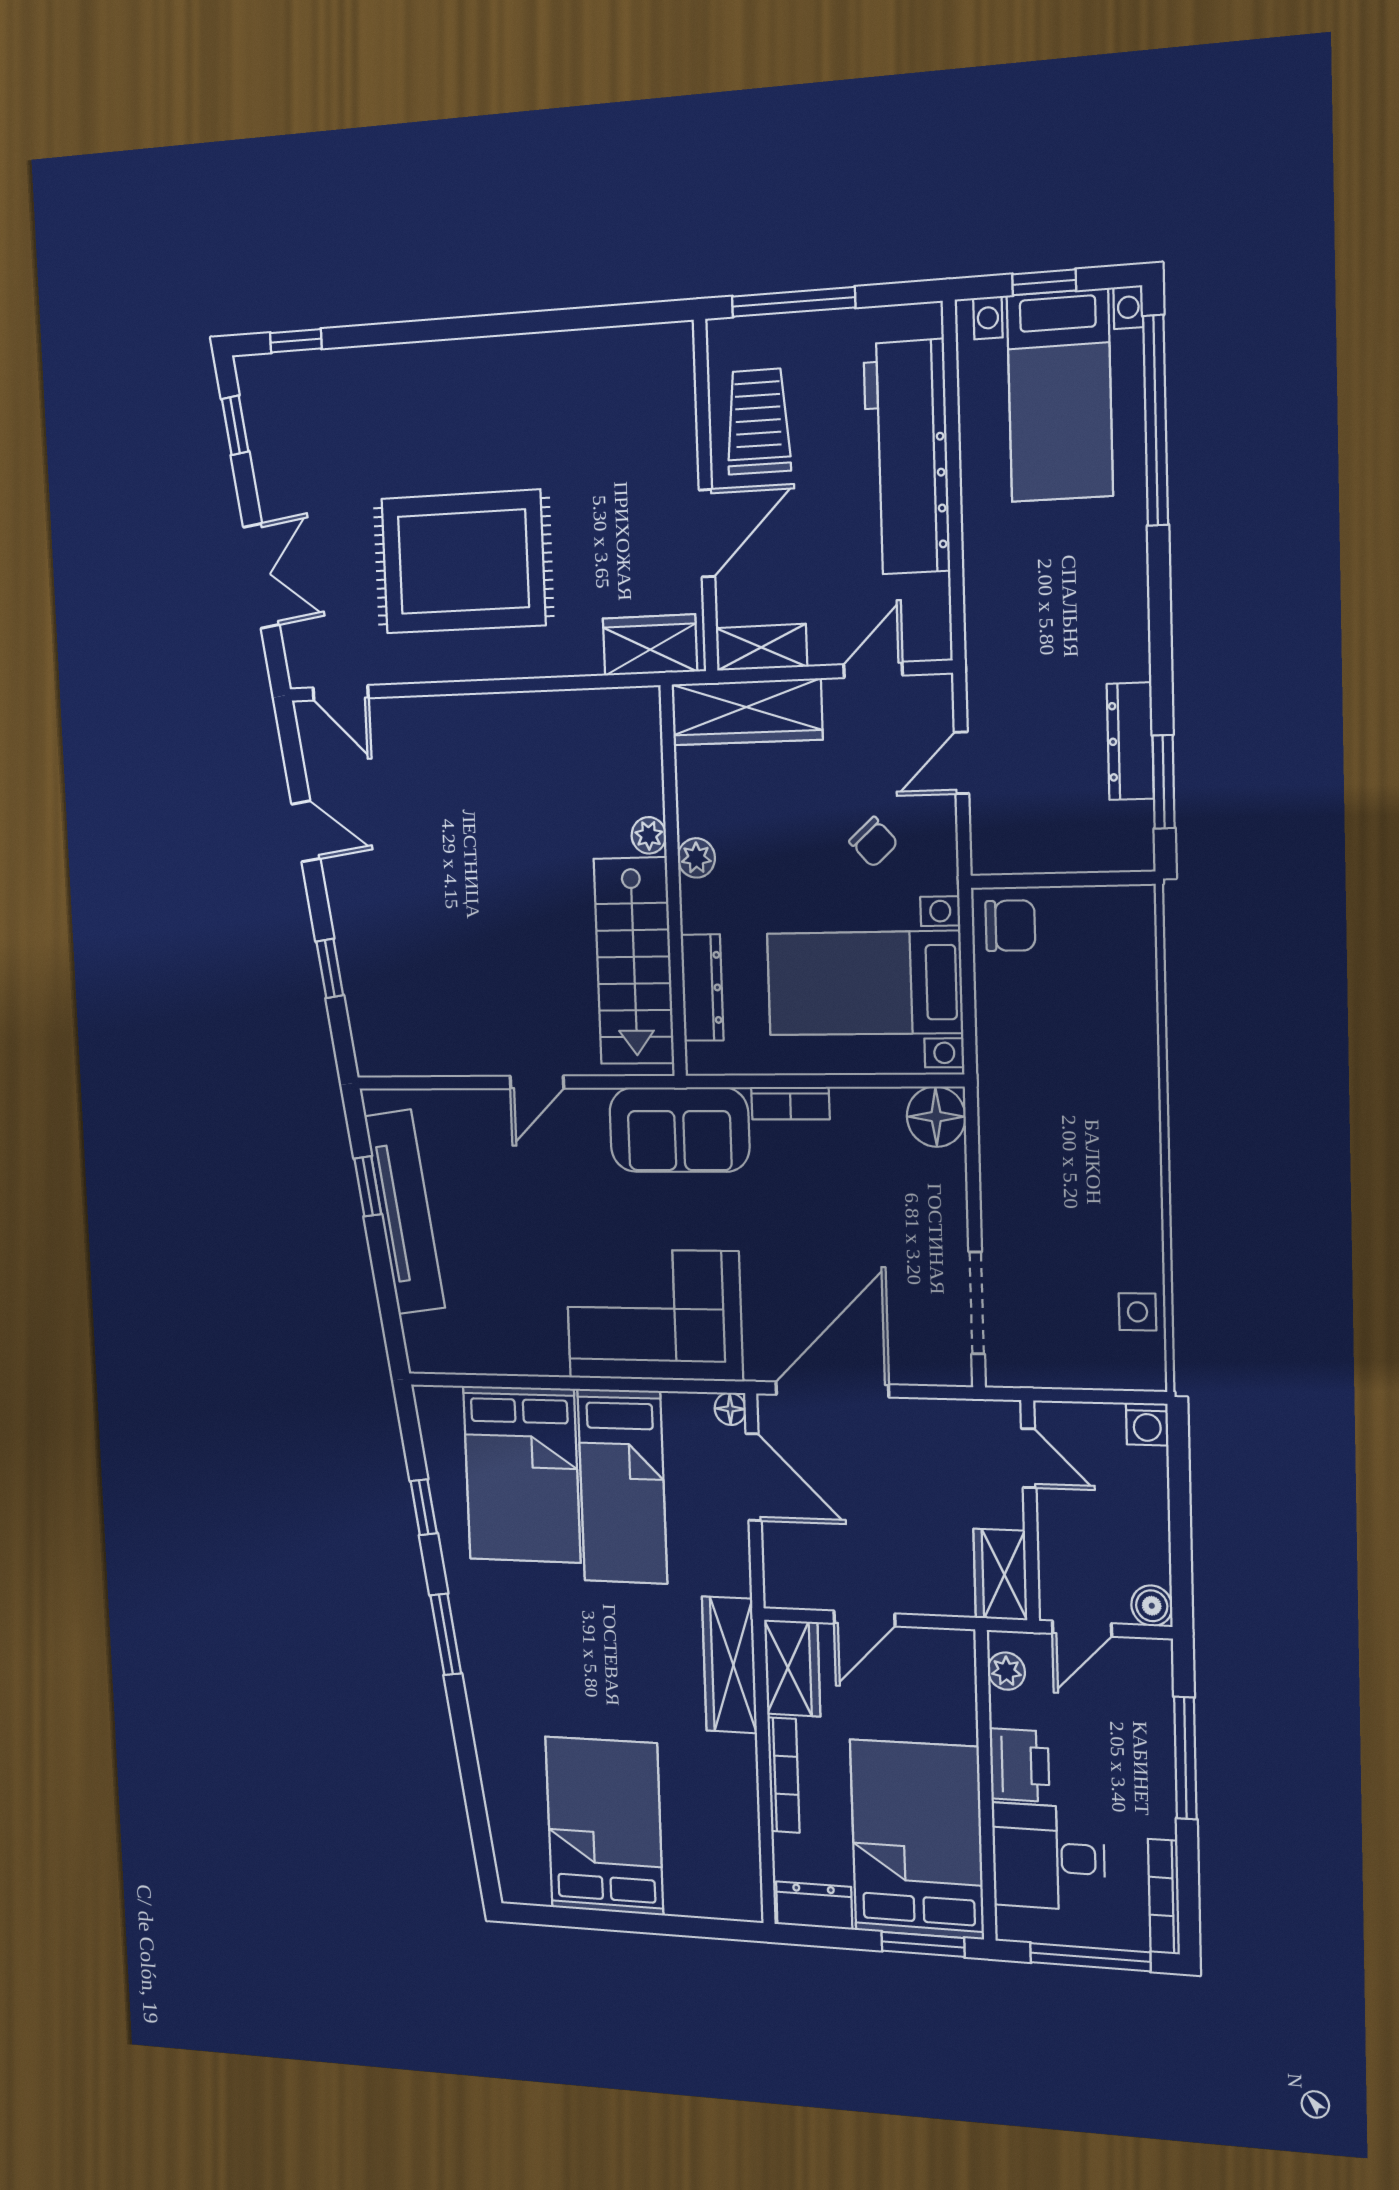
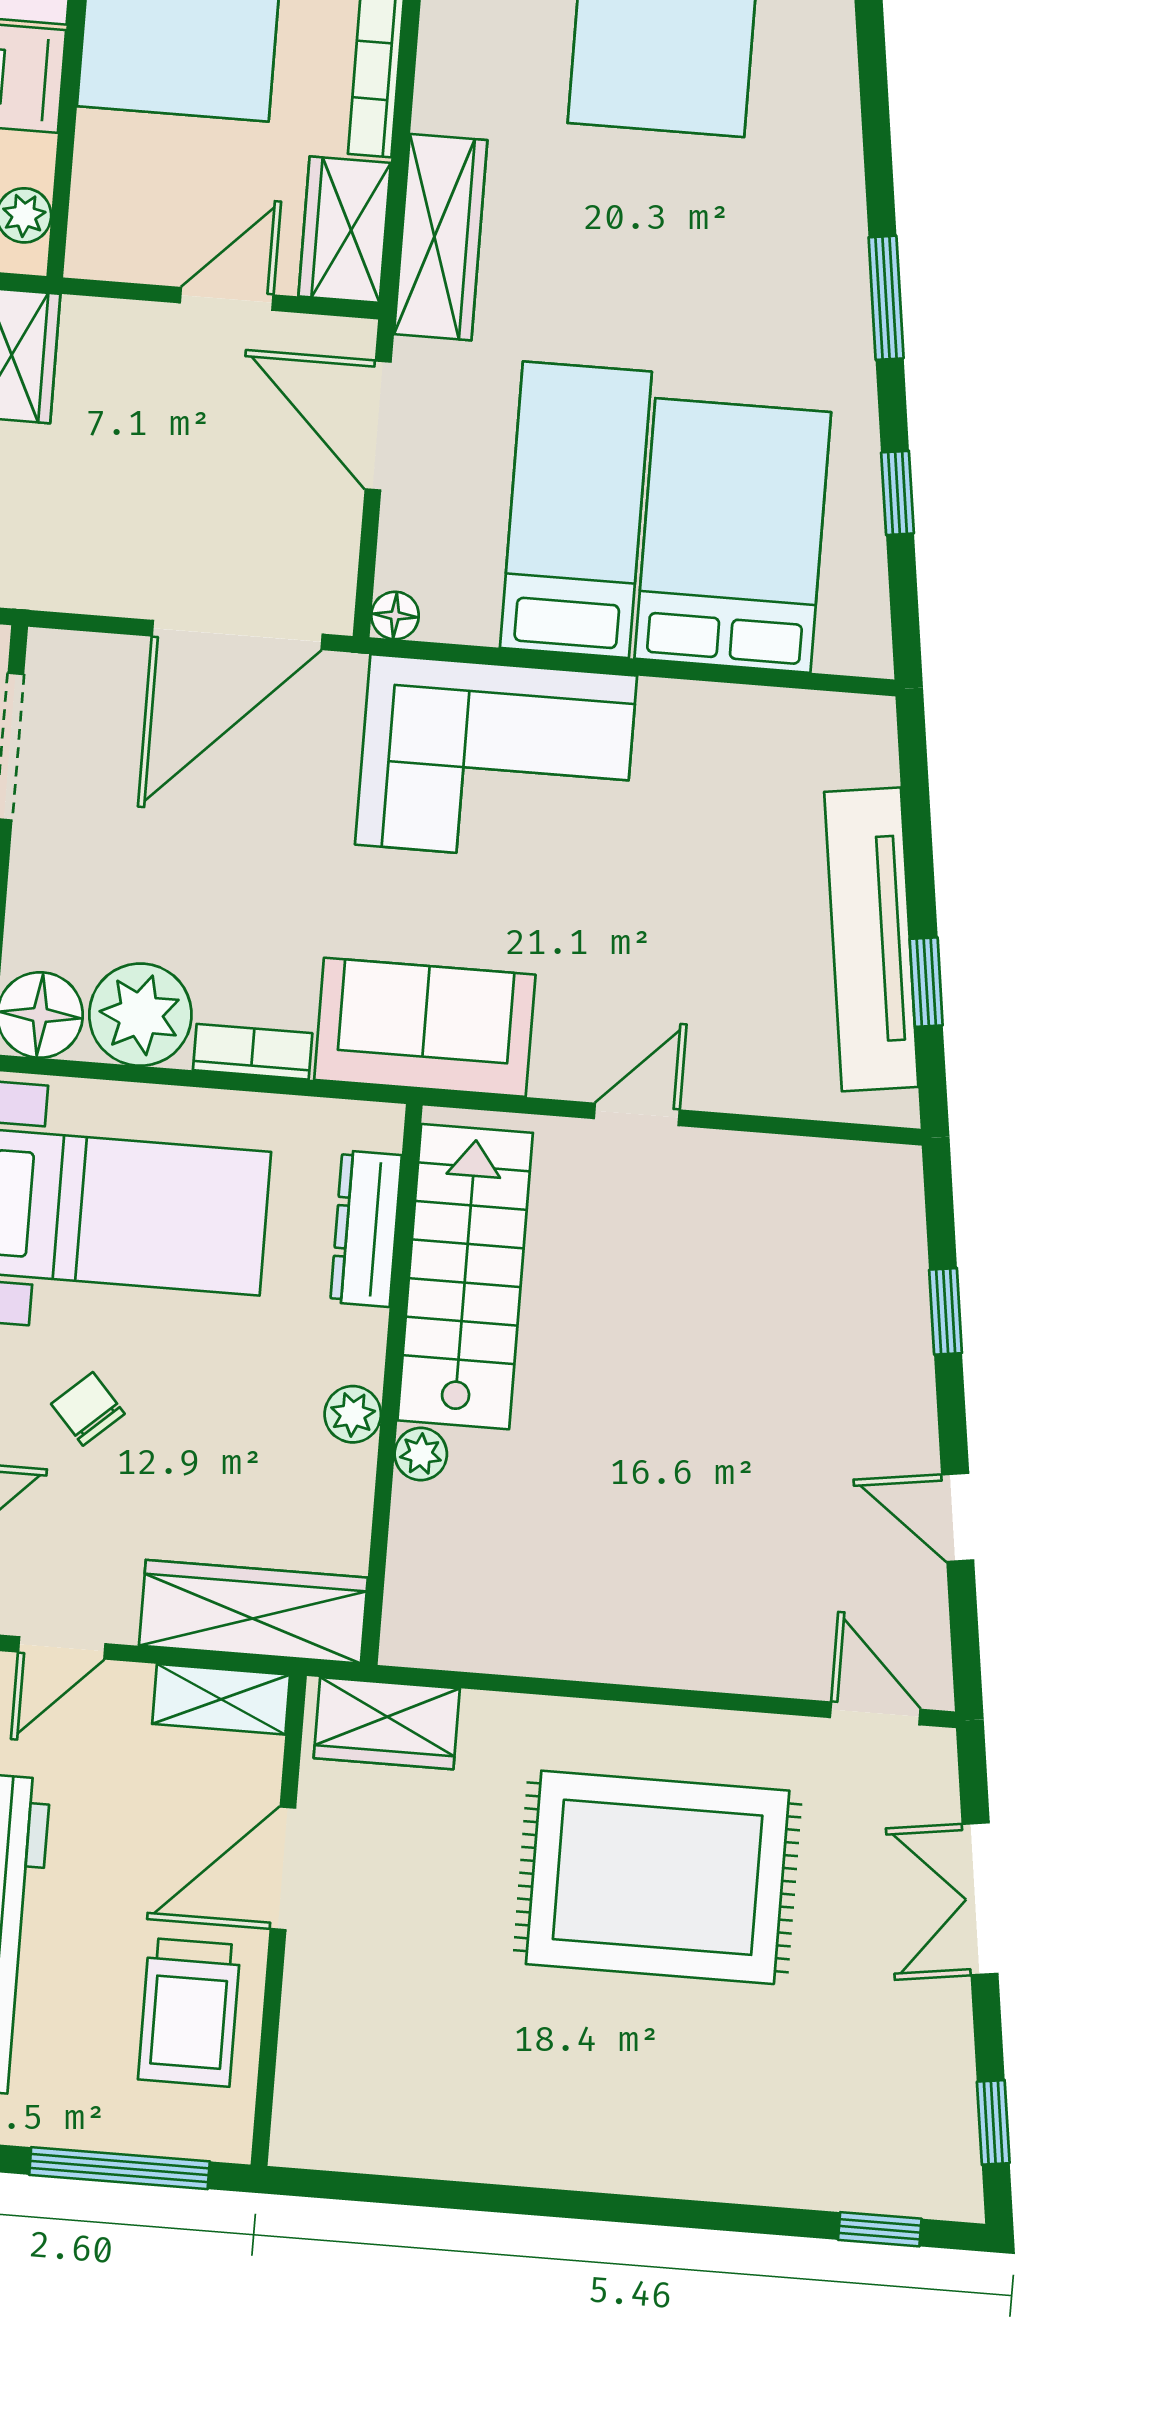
plant: (868, 1123) -> (140, 1015), added
door: (754, 1477) -> (378, 425), moved

